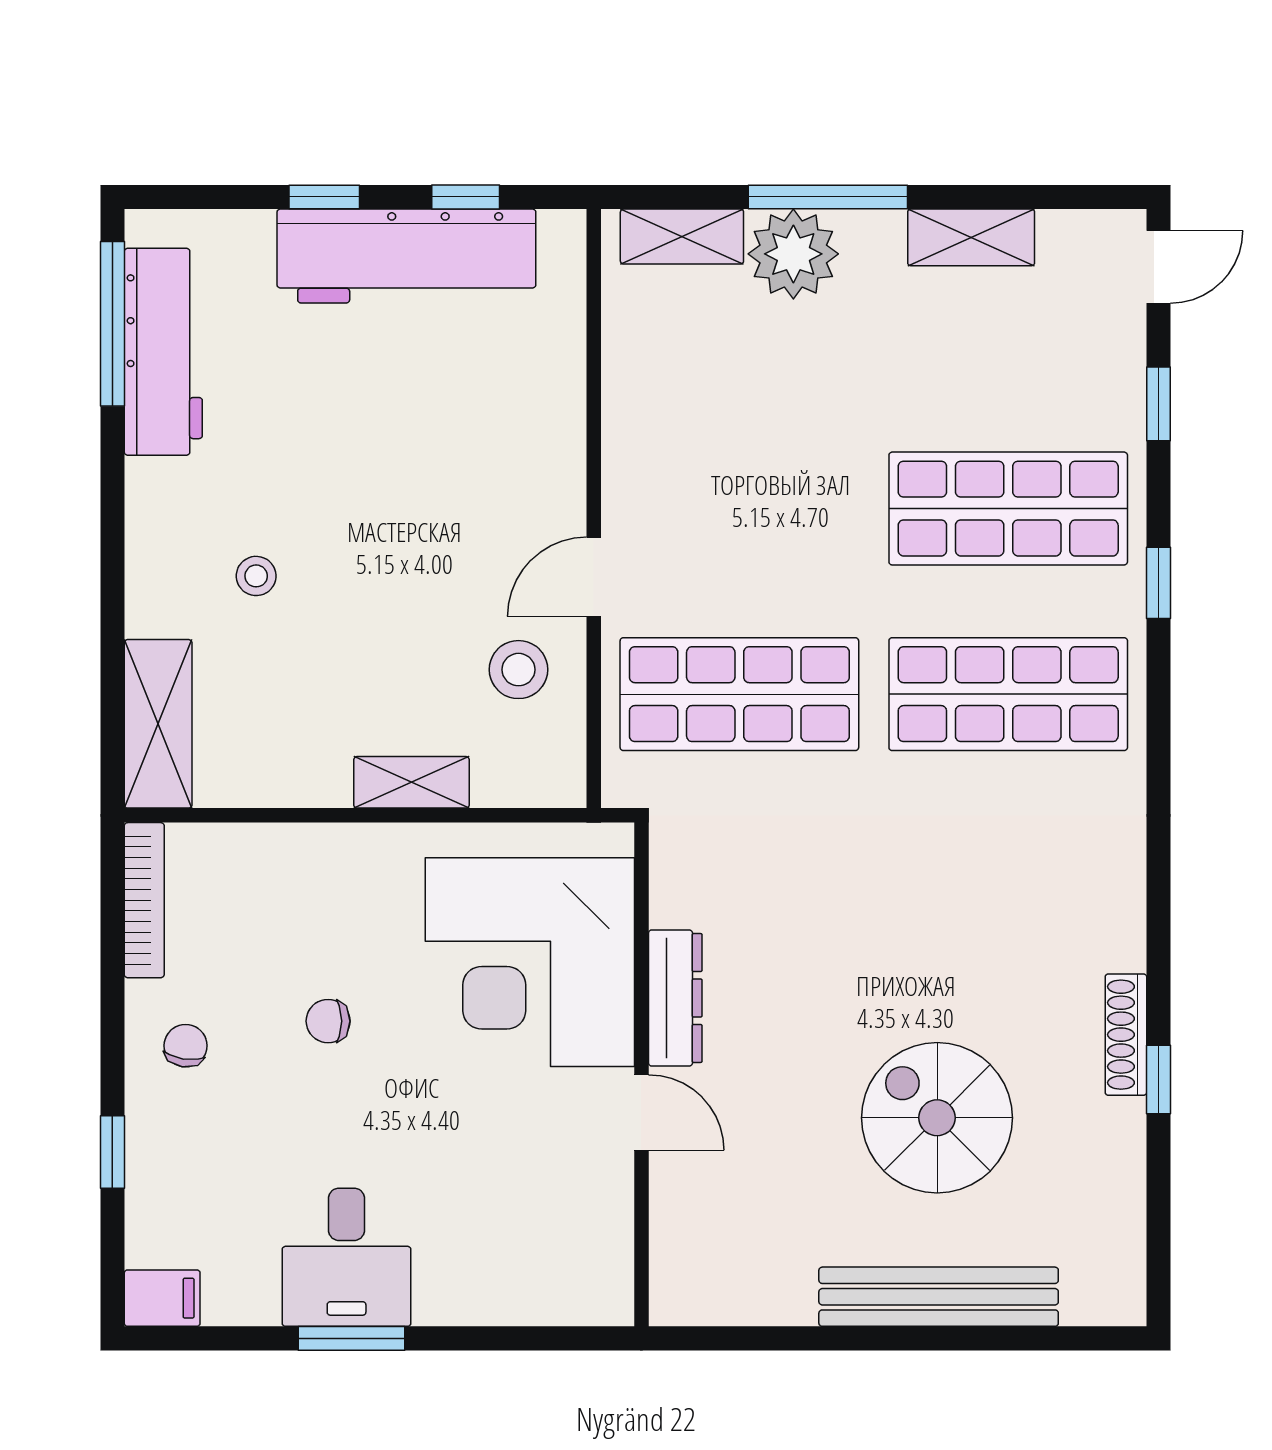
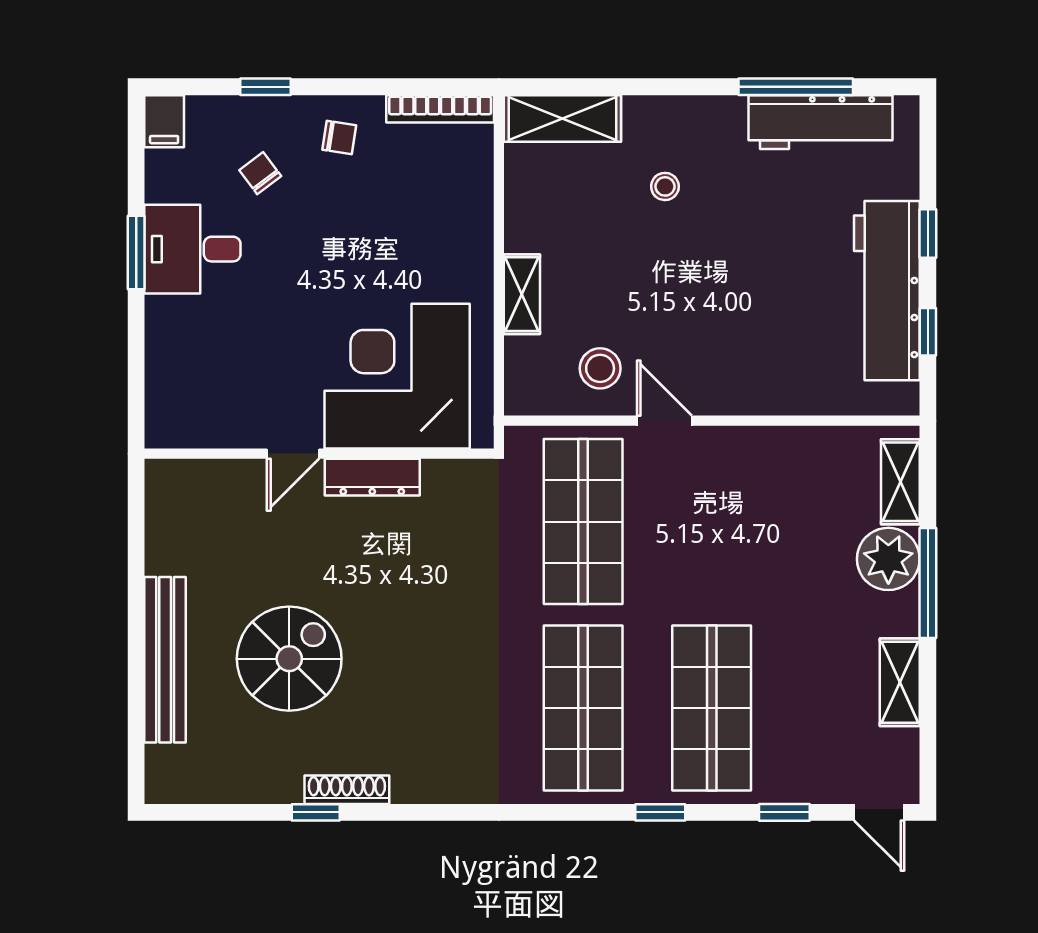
window: (112, 324) -> (796, 87), moved
chair: (328, 1021) -> (260, 173), moved, turned -37

